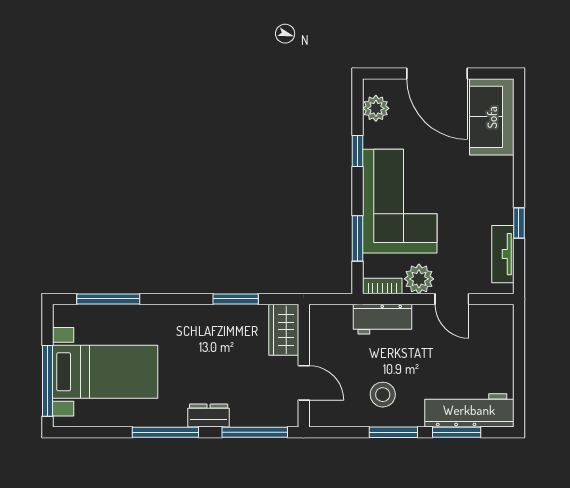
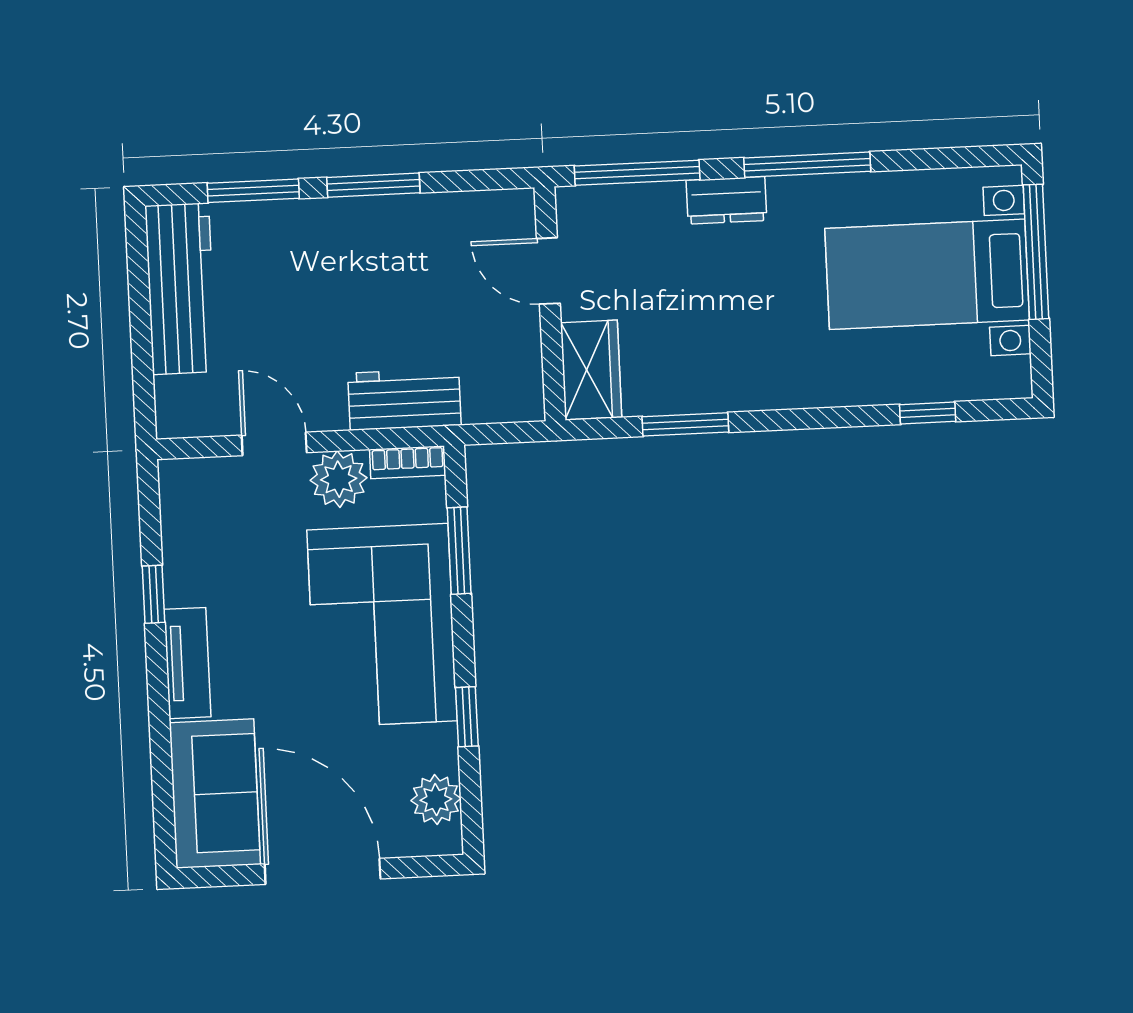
tv unit: (503, 254) -> (187, 663), moved
window: (108, 299) -> (928, 413), width x0.46
stool: (383, 395) -> (397, 256), removed
workbench: (469, 410) -> (181, 289), moved, turned -90

